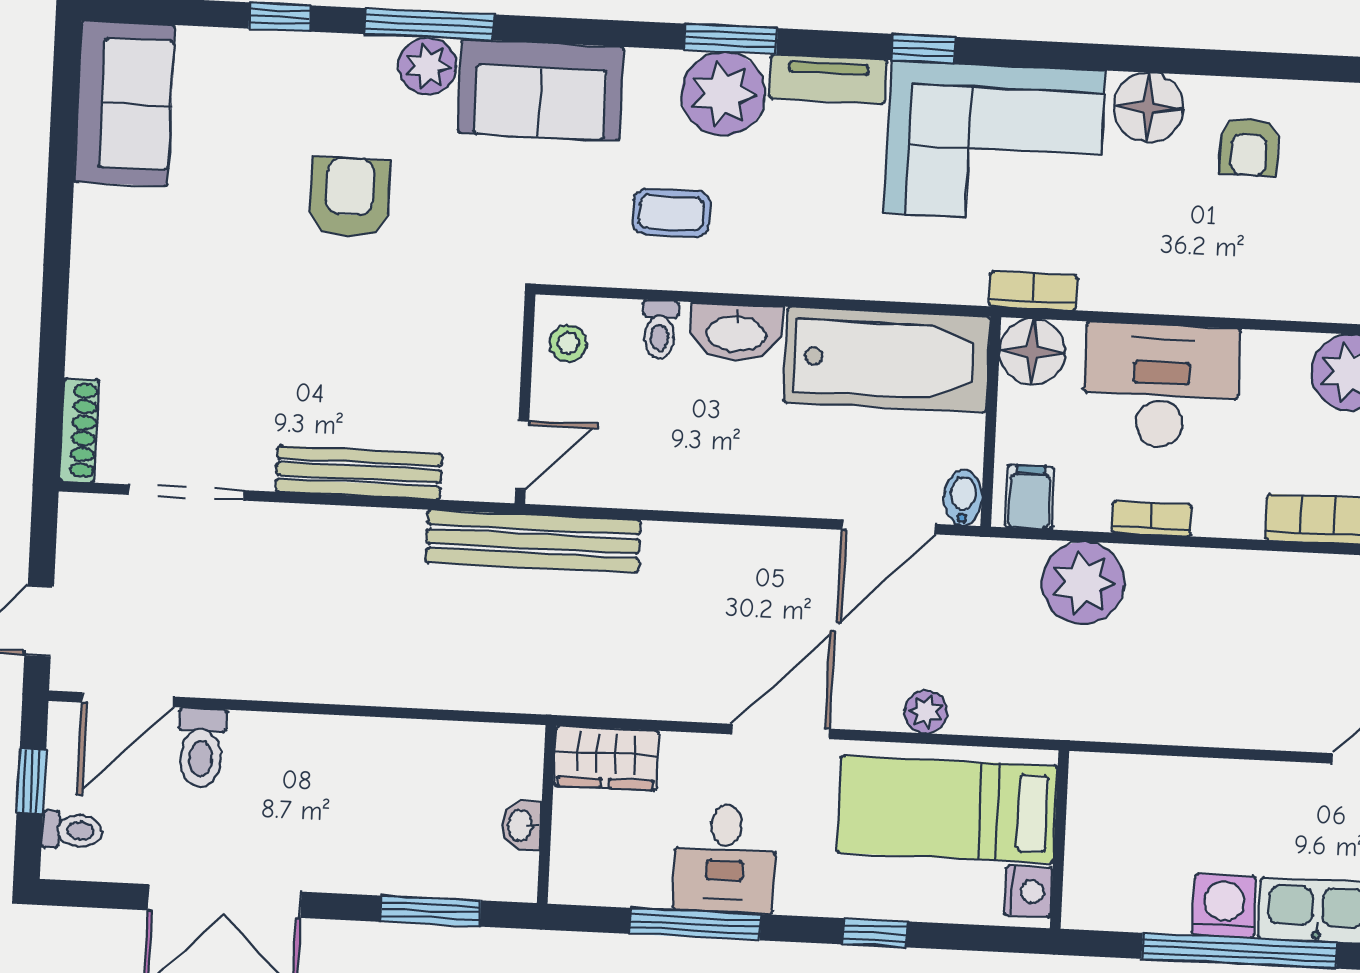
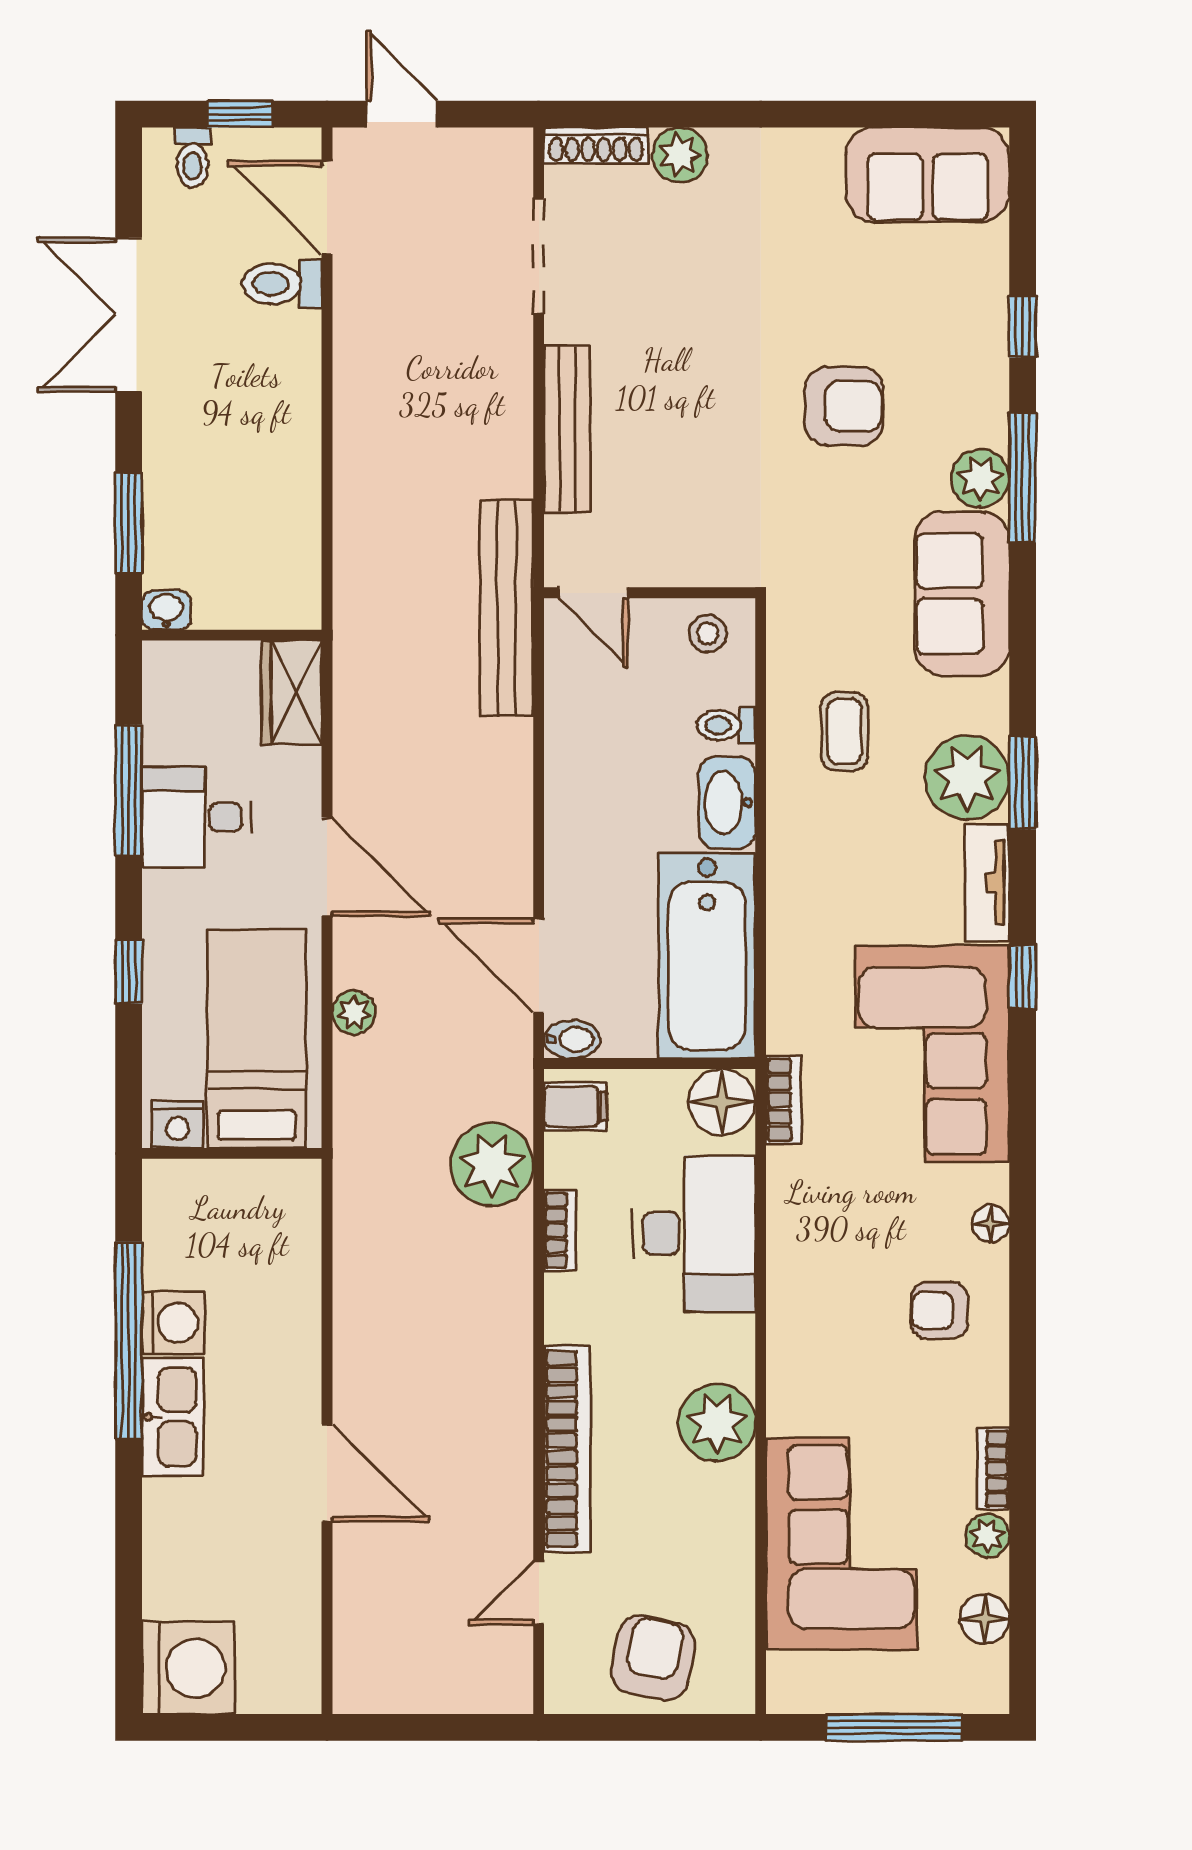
floor lamp: (1149, 107) -> (991, 1224), width x0.53, depth x0.53
plant: (93, 348) -> (680, 155), added
washbasin: (521, 825) -> (166, 610), moved

